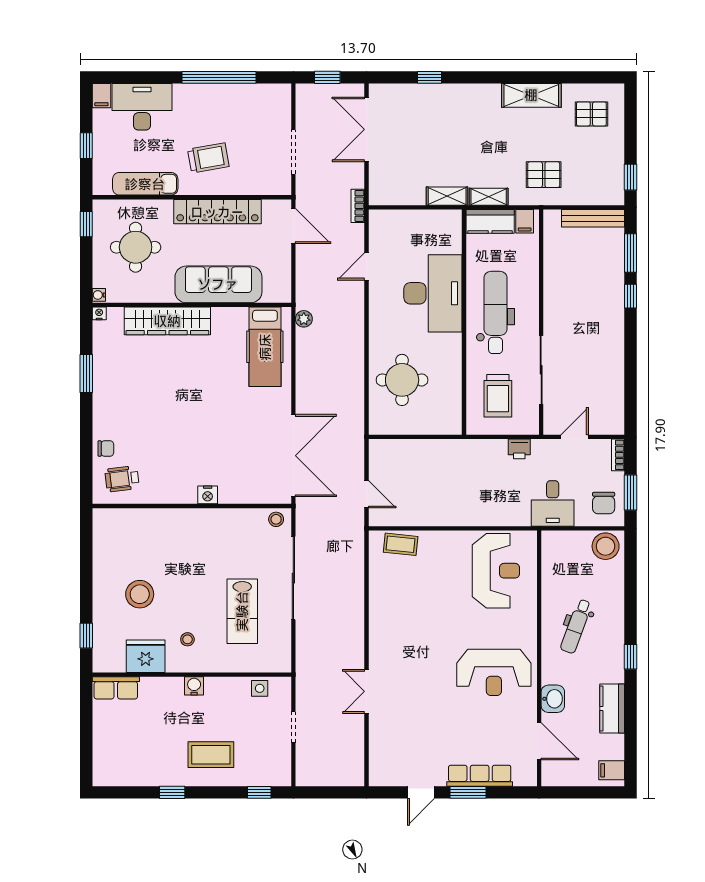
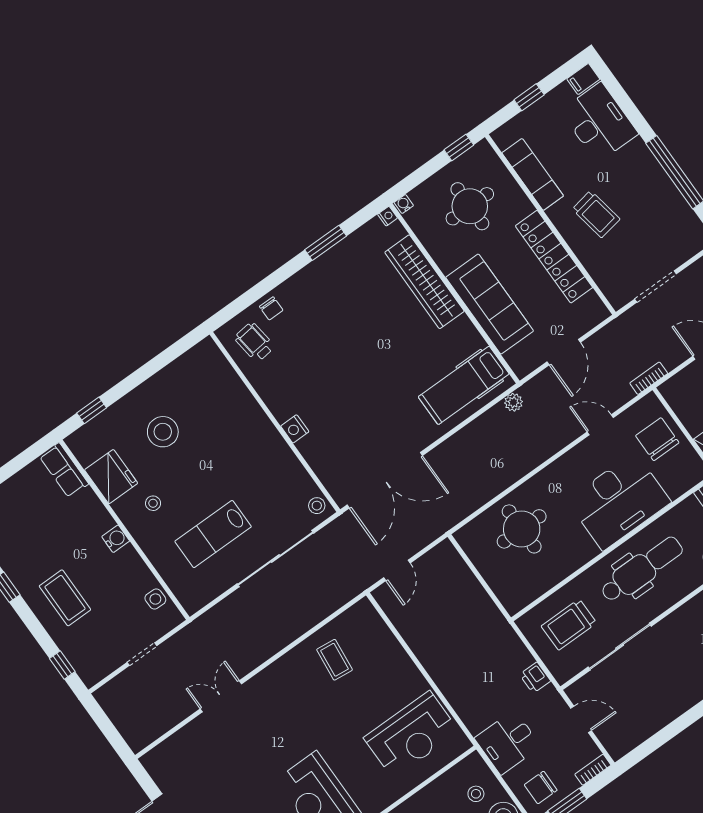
door: (293, 226) -> (564, 352), moved
chair: (407, 232) -> (657, 439), added
coffee table: (401, 544) -> (335, 660), moved
stool: (574, 554) -> (476, 794), added

